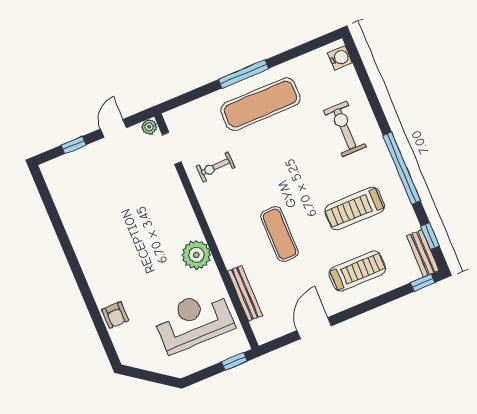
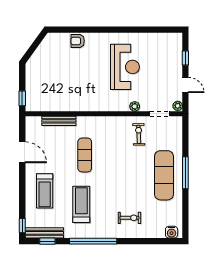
exercise bike: (345, 129) -> (129, 218), width x0.73, depth x0.72
exercise mat: (279, 234) -> (85, 155), turned 90
bench: (423, 253) -> (44, 233), width x1.36
plant: (196, 255) -> (135, 106), moved, width x0.53, depth x0.53
reception desk: (194, 321) -> (125, 67), moved

